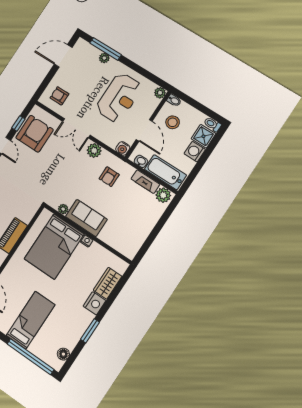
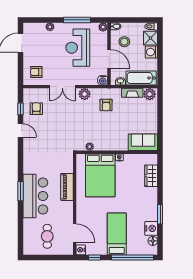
window: (106, 49) -> (77, 20), moved
reception desk: (119, 98) -> (78, 48), turned 180
armchair: (35, 134) -> (36, 109), width x0.53, depth x0.53
sofa: (86, 218) -> (143, 142), moved
nightstand: (94, 303) -> (151, 228), moved

